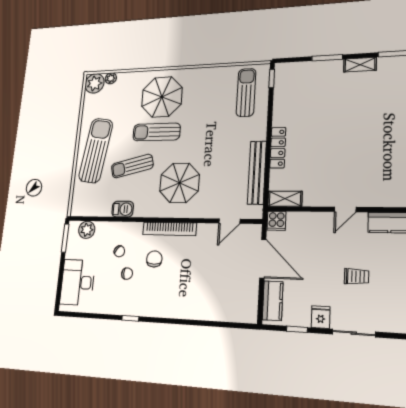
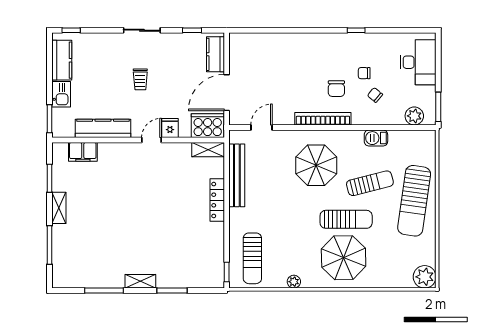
plant: (111, 78) -> (294, 282), moved
cooker: (277, 221) -> (208, 126), width x1.87, depth x1.31
door: (263, 259) -> (227, 93), hinge flipped
trolley: (356, 276) -> (140, 79), turned -90
fridge: (321, 317) -> (170, 128), moved, turned 180

